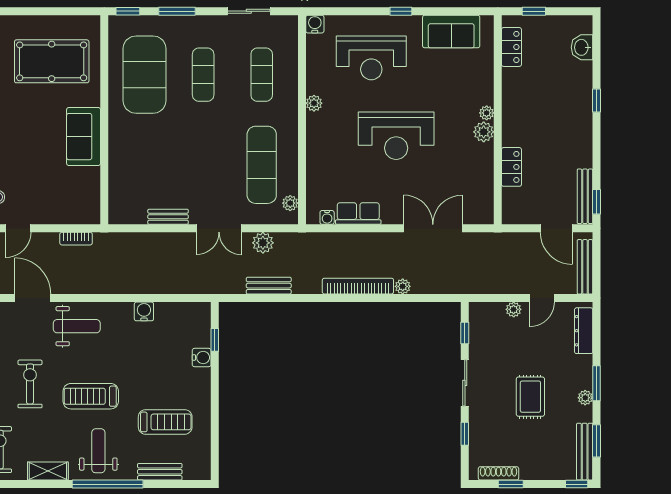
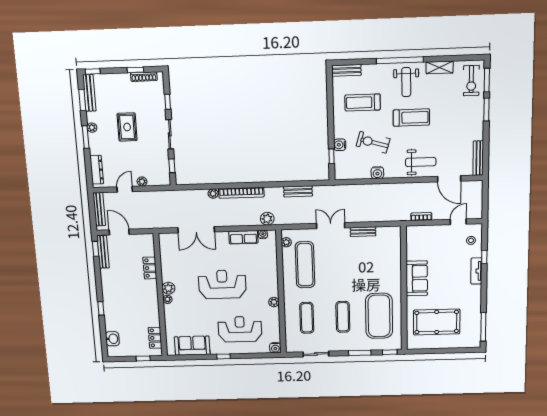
plant: (263, 243) -> (267, 219), moved
weight bench: (77, 326) -> (421, 162), turned 180
exercise bike: (30, 384) -> (373, 142), moved, turned 106
bench: (160, 472) -> (346, 70), moved

